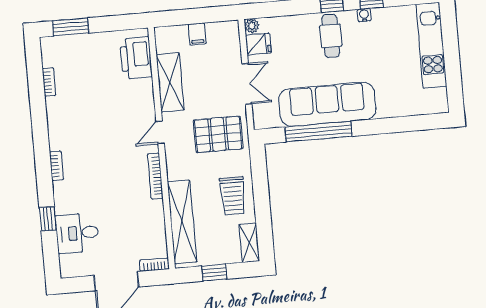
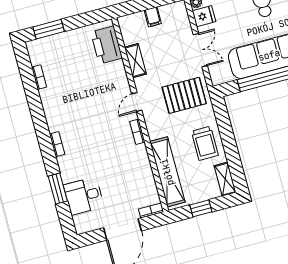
shelving: (170, 82) -> (135, 61), width x0.67, depth x0.75
bookcase: (155, 176) -> (137, 132), width x0.64
window: (48, 219) -> (58, 189), width x1.50

